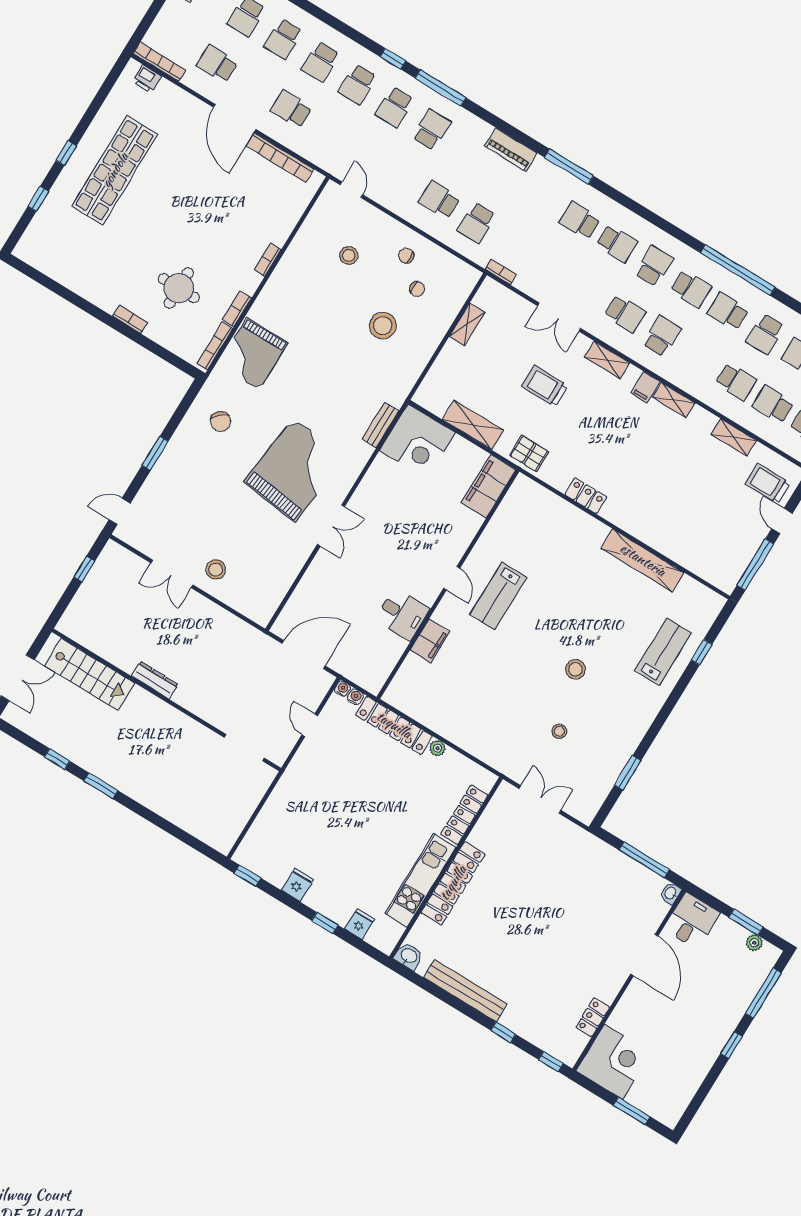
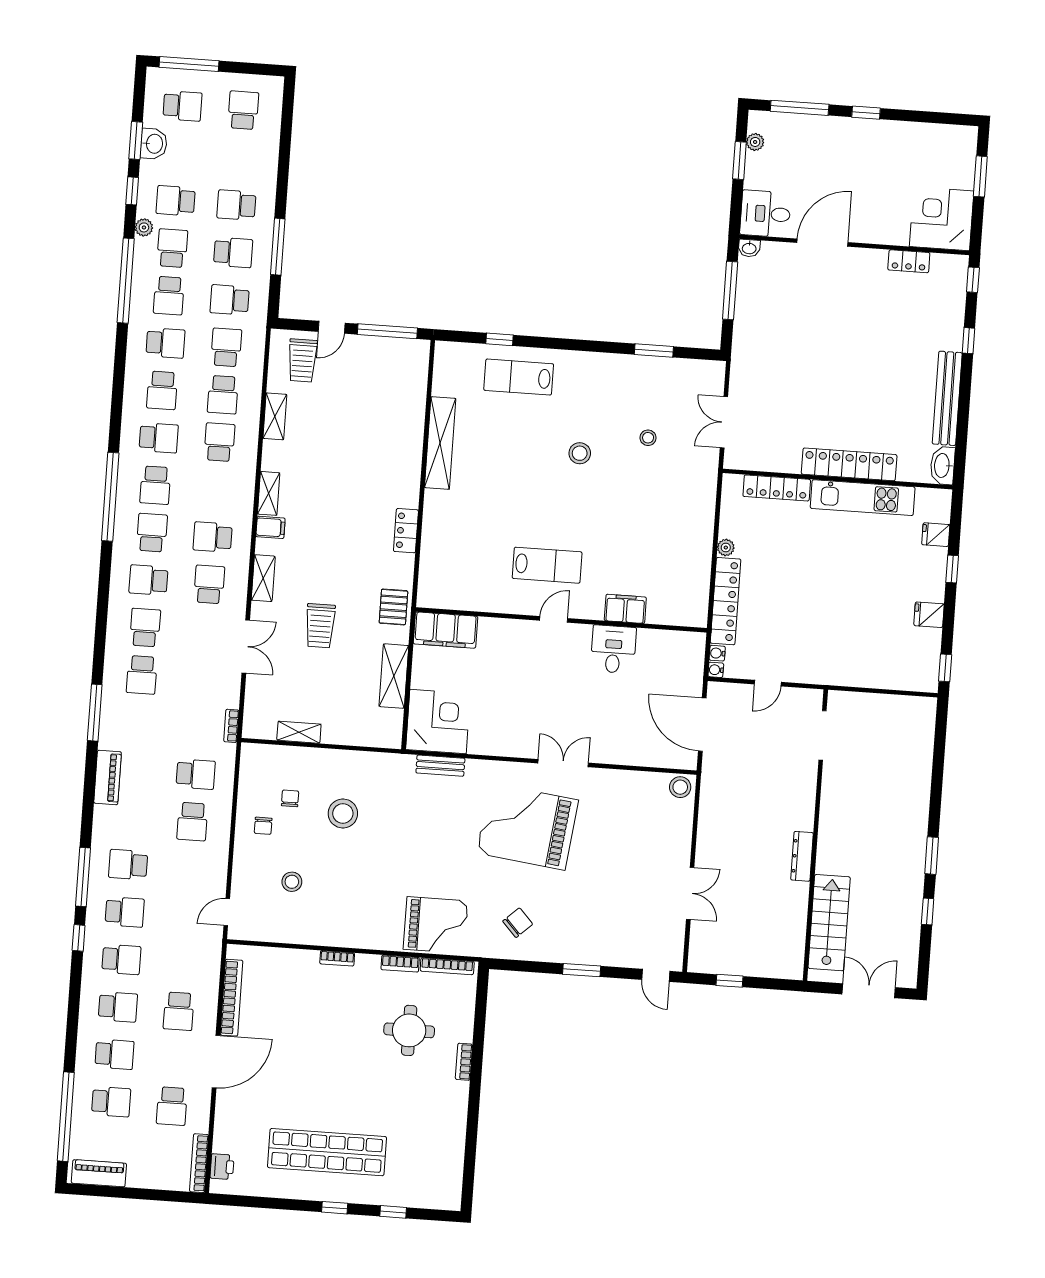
stool: (216, 570) -> (680, 787), moved
washbasin: (409, 956) -> (943, 466), width x1.38

